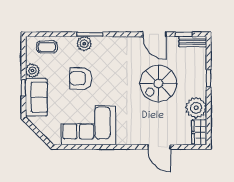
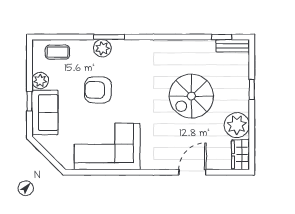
door: (154, 34) -> (187, 37), removed
door: (159, 147) -> (192, 172), swing flipped

